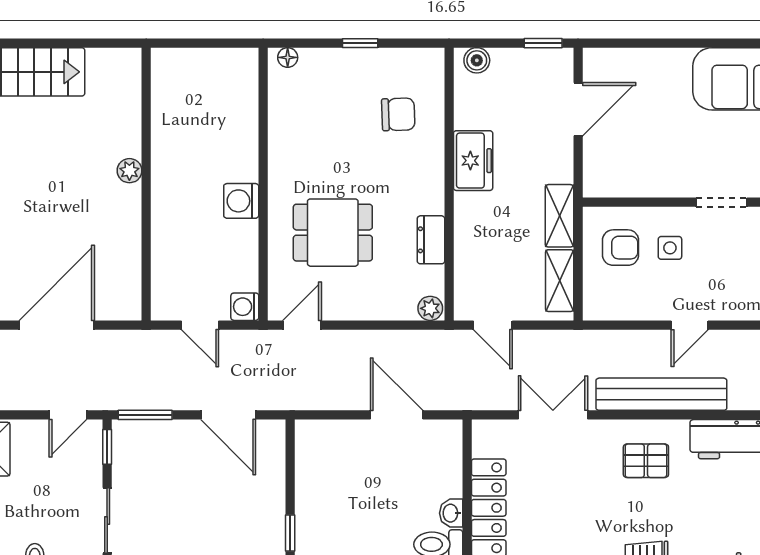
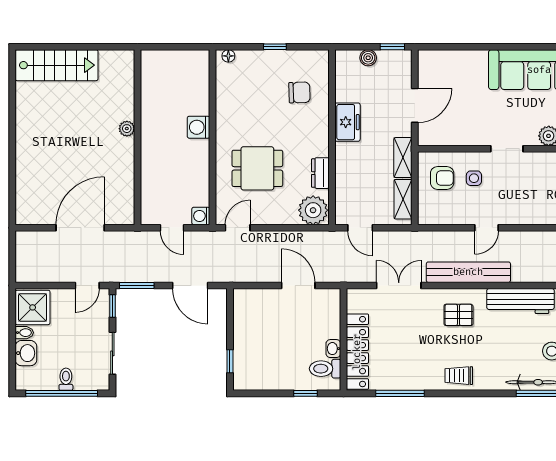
boiler: (477, 60) -> (368, 58), moved
door: (578, 109) -> (415, 105), moved
washing machine: (241, 201) -> (199, 127), moved
plant: (430, 308) -> (313, 210), width x1.87, depth x1.87

